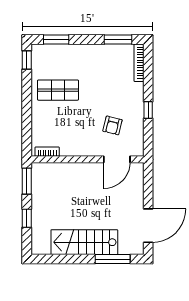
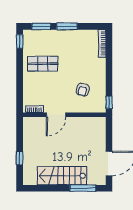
window: (118, 39) -> (67, 26), moved
window: (148, 110) -> (109, 102), moved
door: (117, 159) -> (56, 115), moved
window: (27, 181) -> (20, 131), removed

